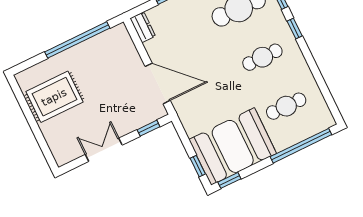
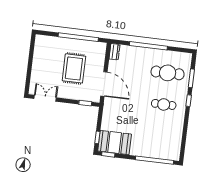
rug: (54, 97) -> (74, 68), moved, turned 90
cafe table: (286, 106) -> (160, 136), removed
booth: (233, 146) -> (115, 143), width x0.73, depth x0.70
double door: (104, 150) -> (45, 98), moved

